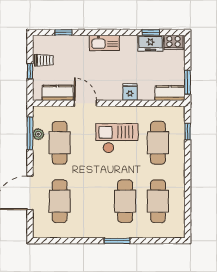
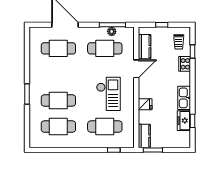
cooker: (174, 42) -> (185, 64), moved
kitchen sink: (104, 43) -> (184, 98), moved
trolley: (44, 60) -> (179, 42), moved

